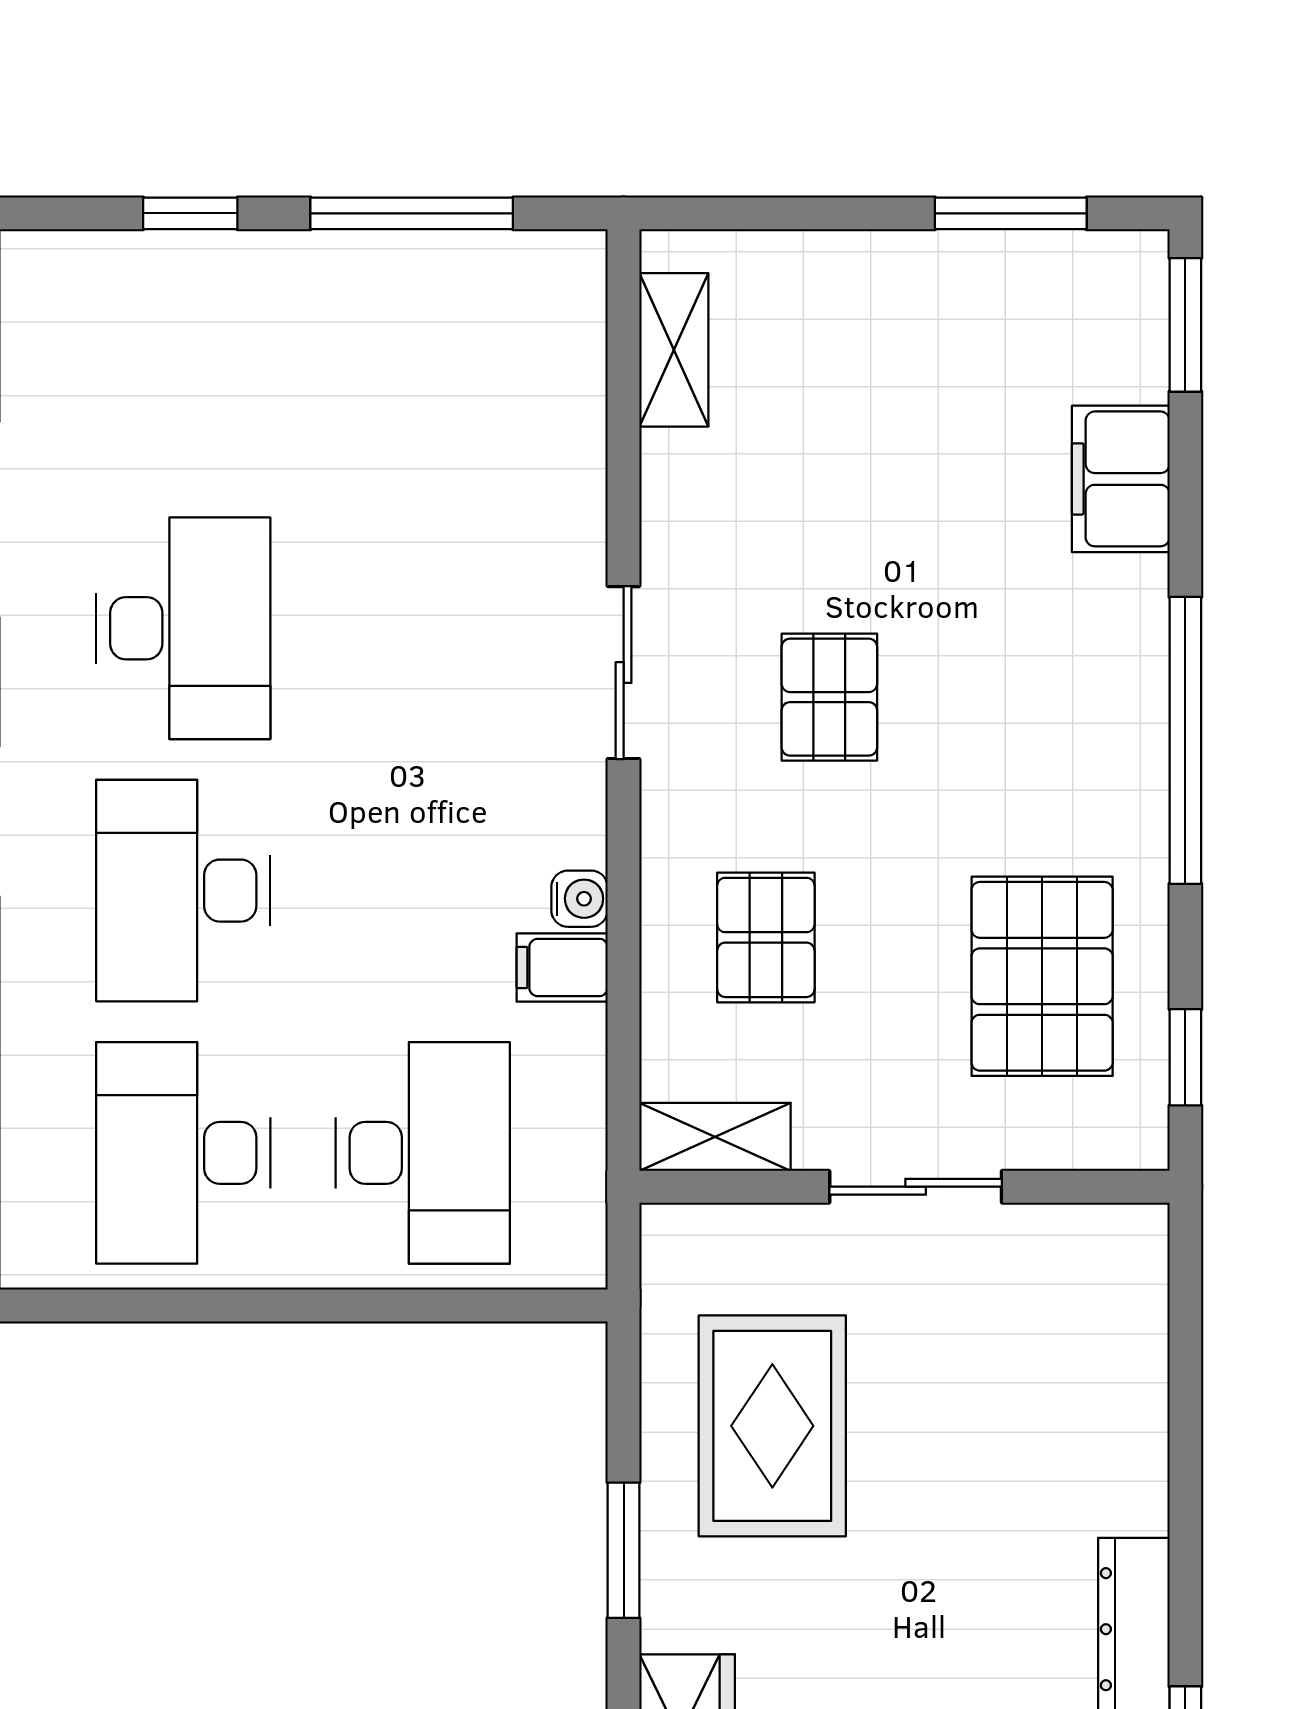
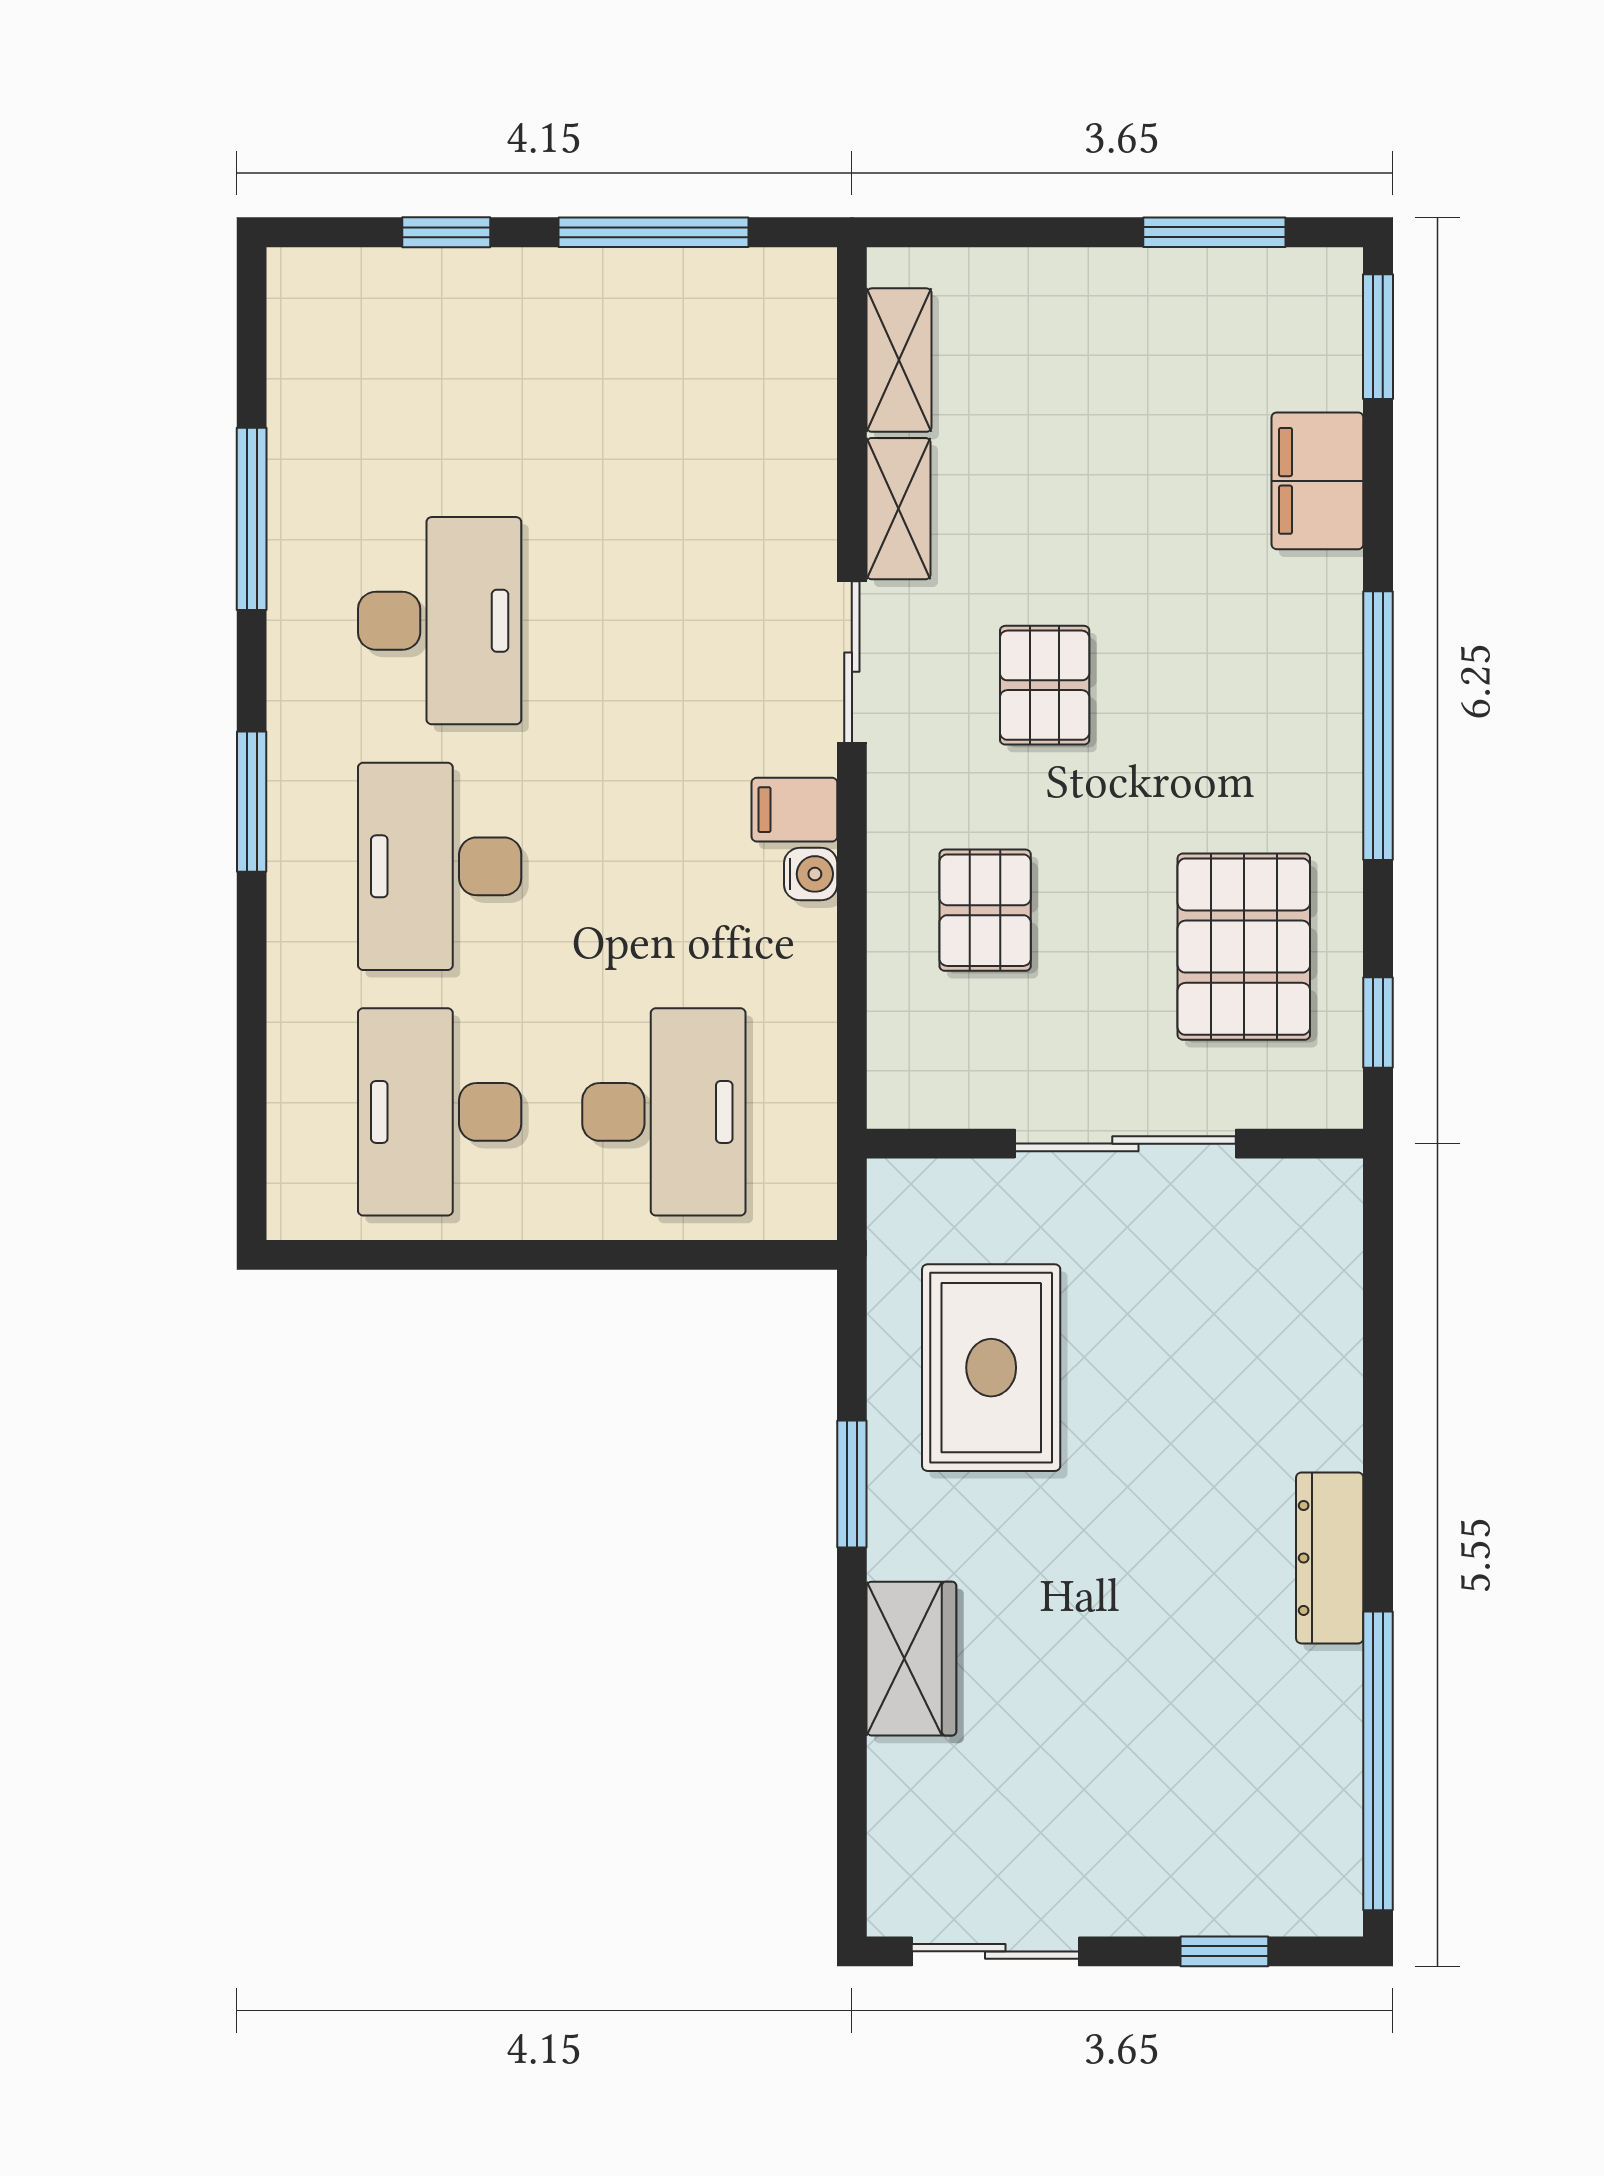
filing cabinet: (562, 967) -> (794, 810), moved
shelving: (715, 1137) -> (899, 509), moved, turned 90
sliding door: (916, 1187) -> (1125, 1144), width x1.37

